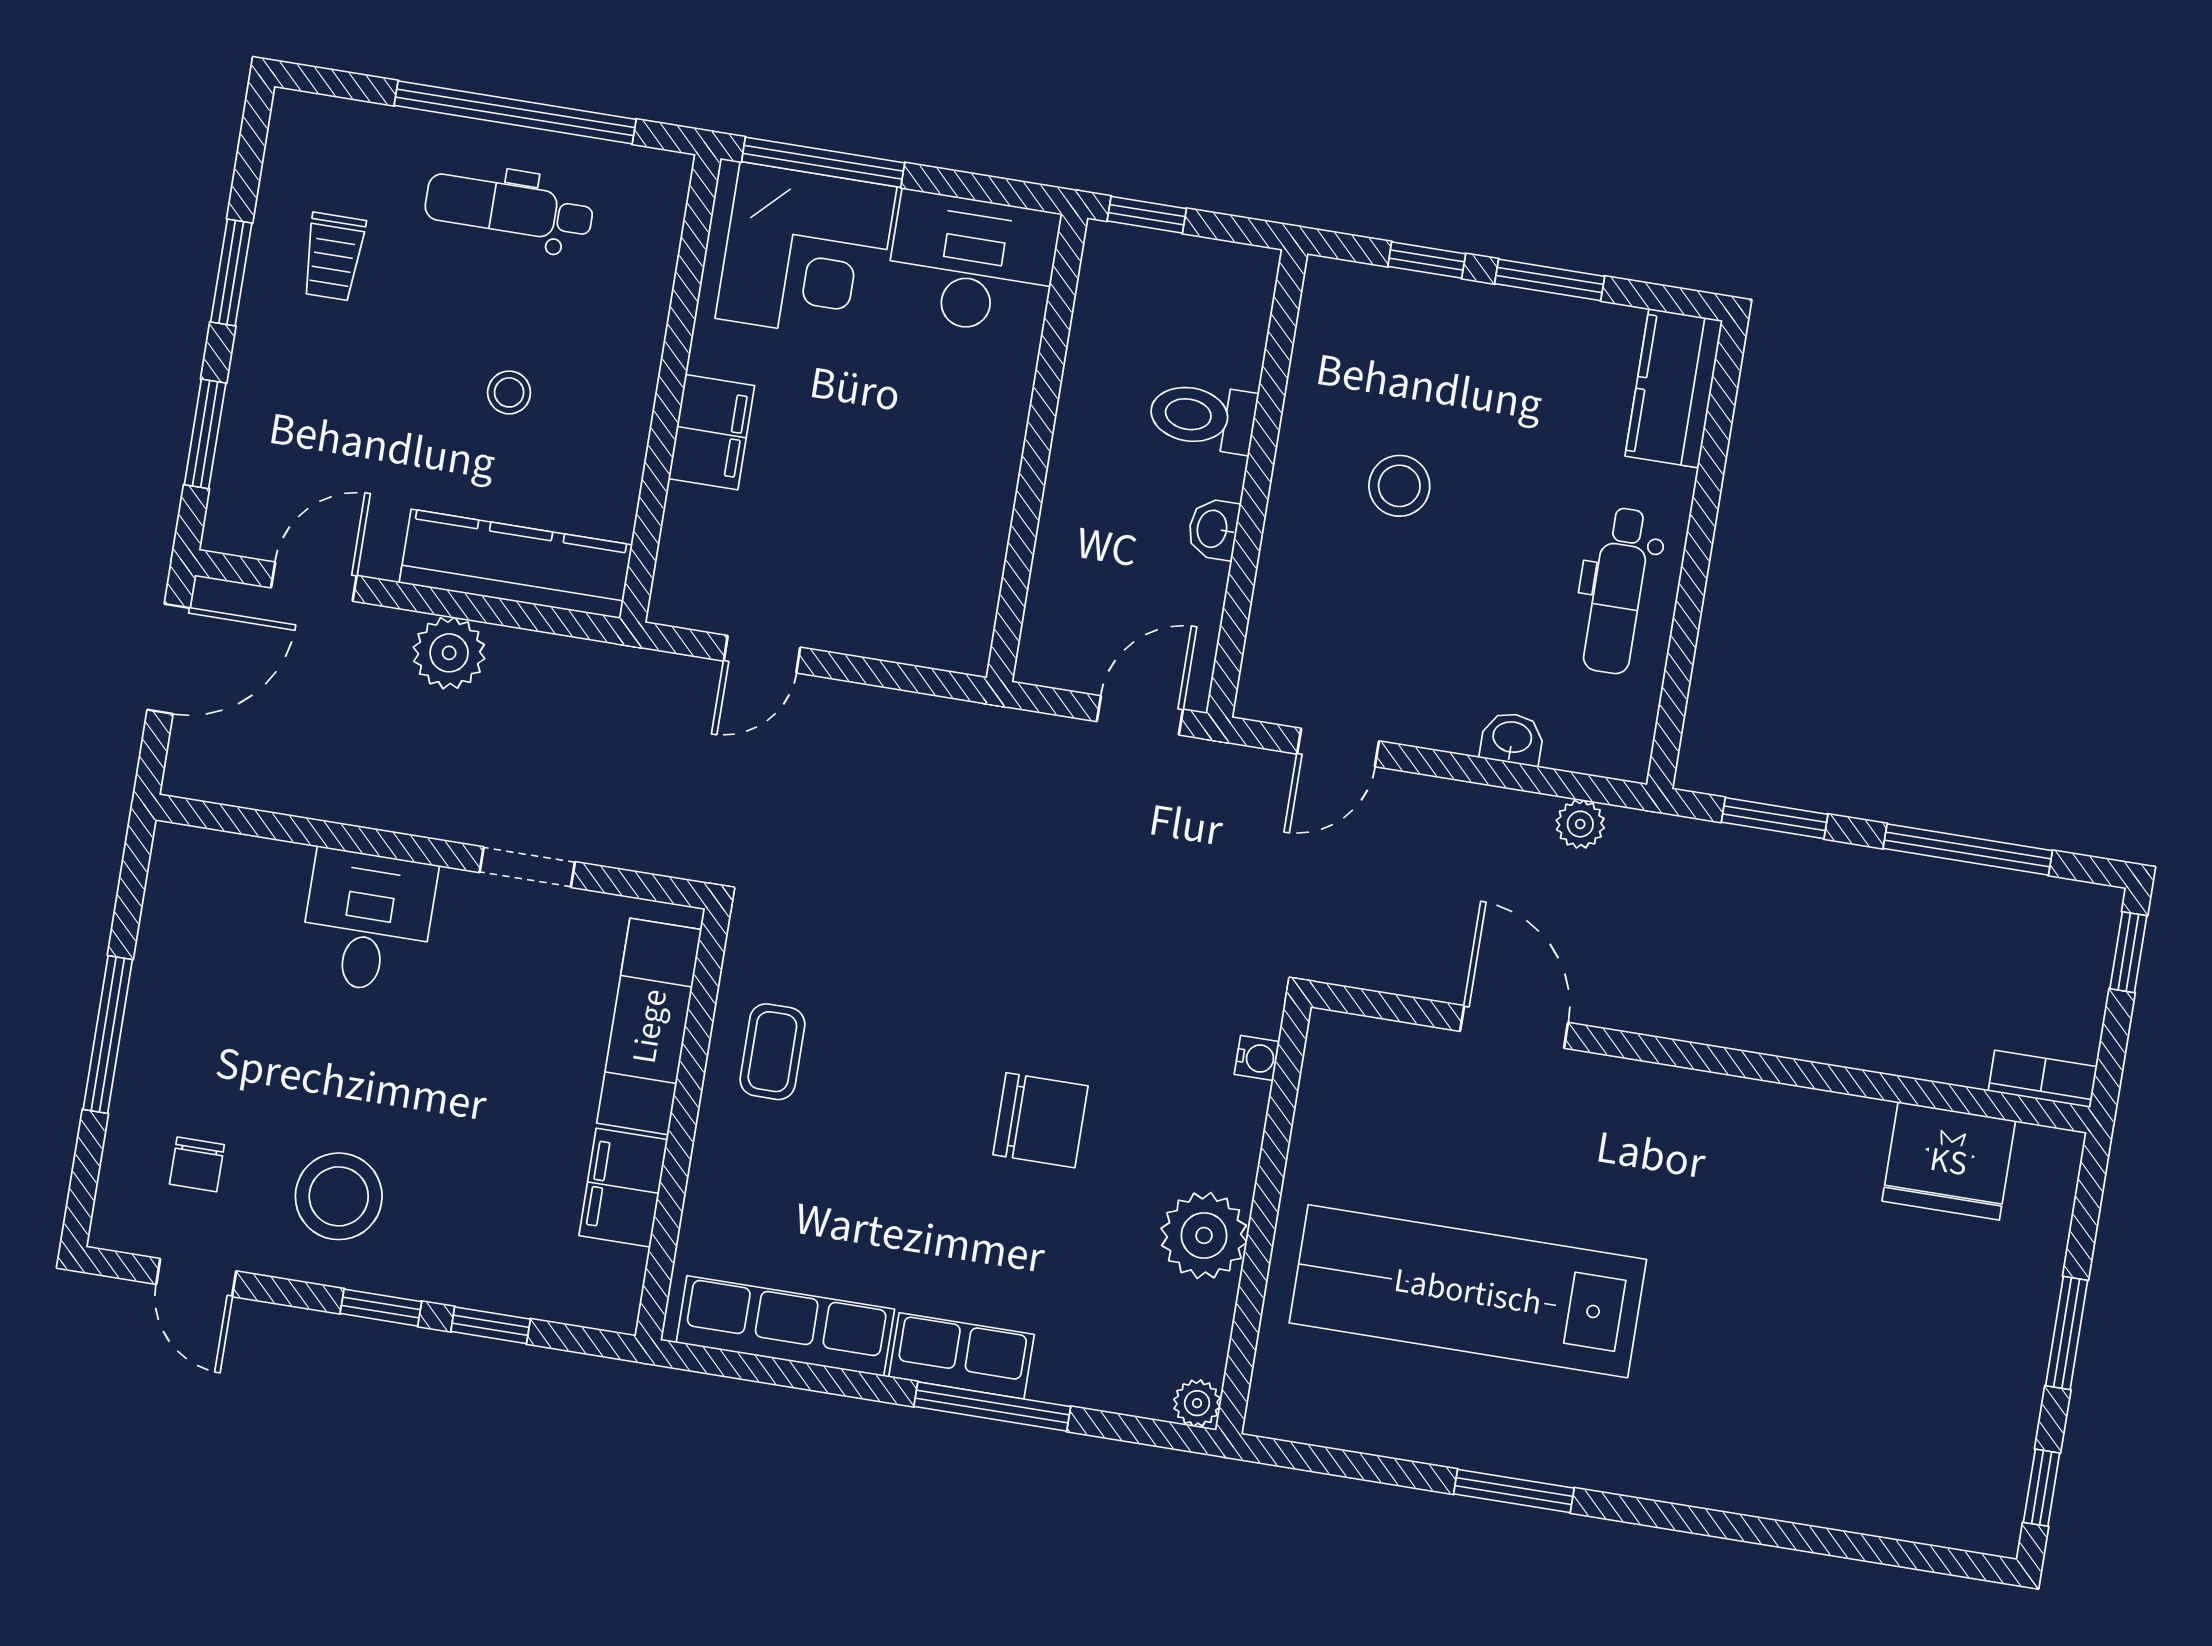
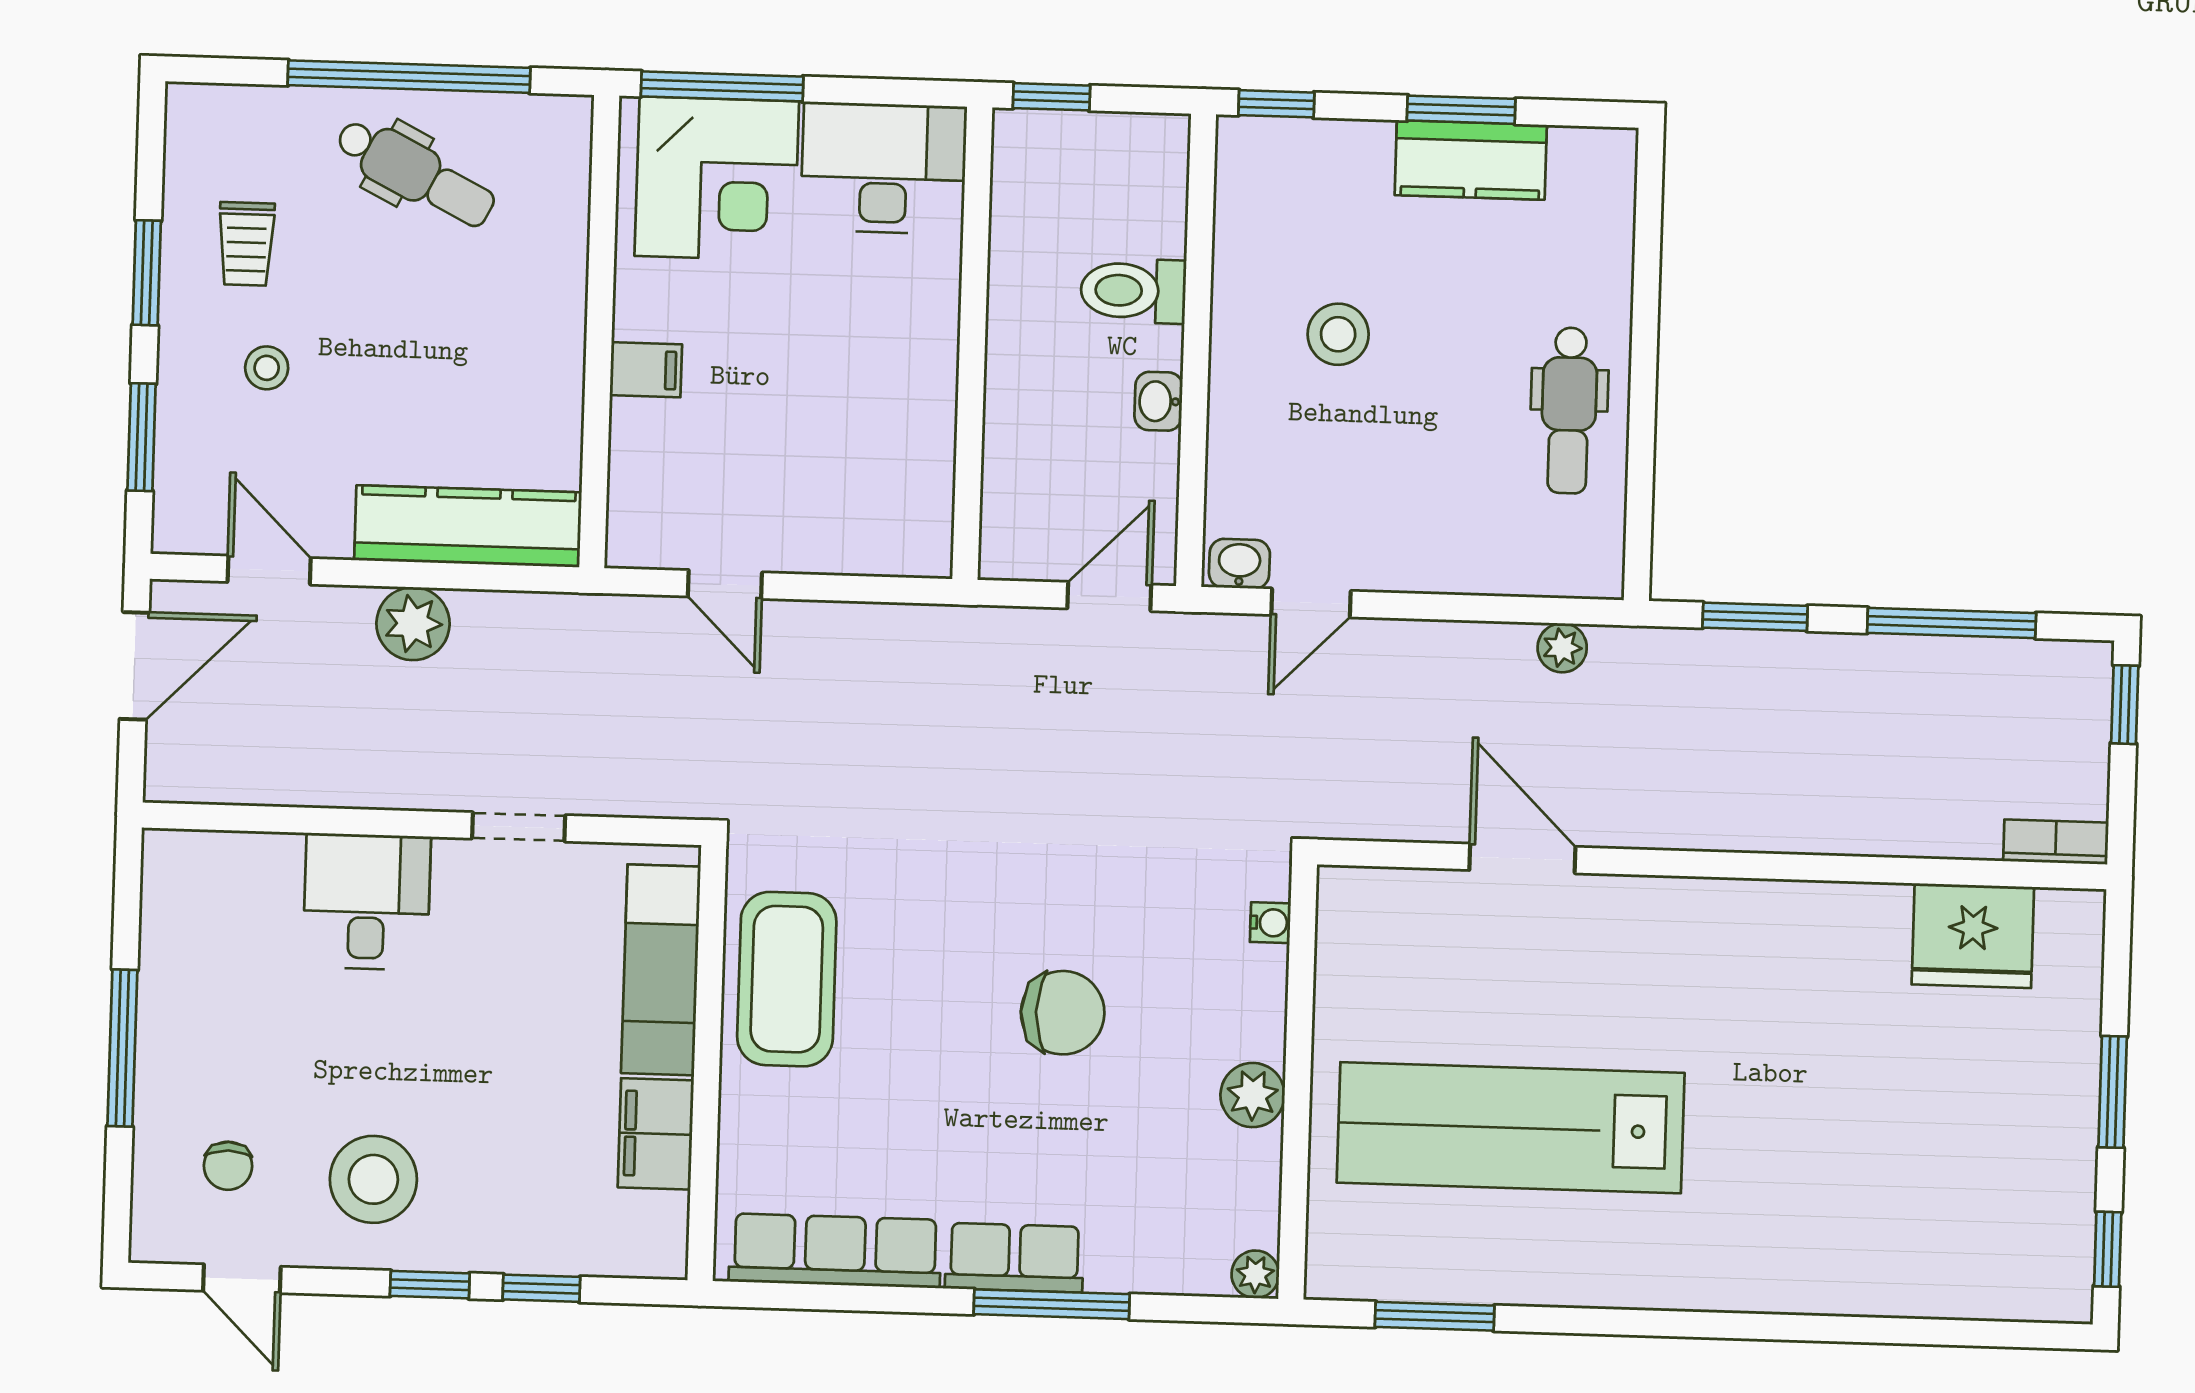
dental chair: (509, 208) -> (415, 173), turned -153
window: (1427, 260) -> (1276, 104), moved
kitchen counter: (1674, 388) -> (1471, 160), moved, turned -90
stool: (509, 392) -> (267, 368), moved
filing cabinet: (711, 432) -> (646, 370), width x0.50
door: (314, 582) -> (269, 570), hinge flipped
door: (762, 654) -> (725, 584), hinge flipped
washbasin: (1512, 739) -> (1239, 564), moved
coffee table: (772, 1052) -> (787, 979), width x1.86, depth x1.72
plant: (1204, 1235) -> (1253, 1095), width x0.73, depth x0.73
window: (1514, 1491) -> (1435, 1316), moved

